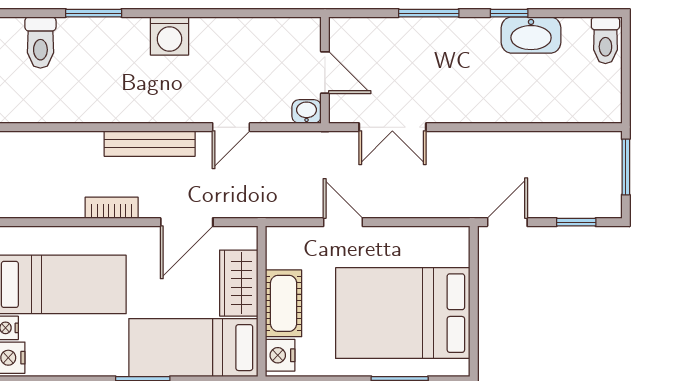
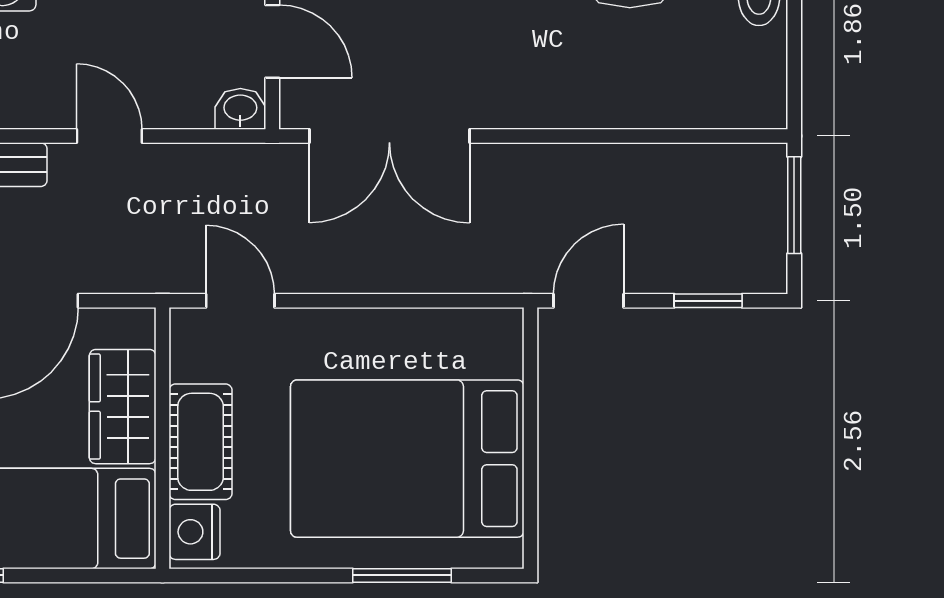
door: (231, 127) -> (109, 136), swing flipped
double door: (392, 127) -> (389, 136), width x1.37
door: (343, 222) -> (240, 301), moved

